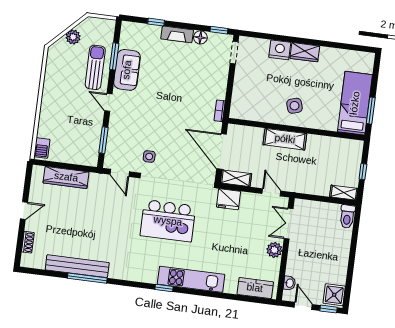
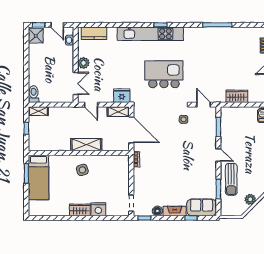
sofa: (127, 70) -> (202, 207), moved, turned 90
wardrobe: (66, 177) -> (237, 96), width x0.67
bench: (77, 266) -> (226, 33), removed
kitchen unit: (191, 279) -> (150, 34), width x1.36

